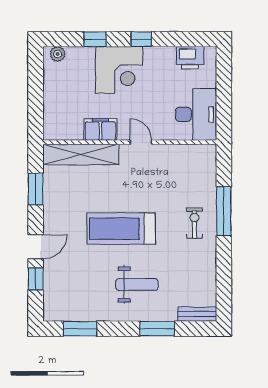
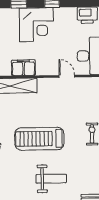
door: (141, 142) -> (67, 76), moved

